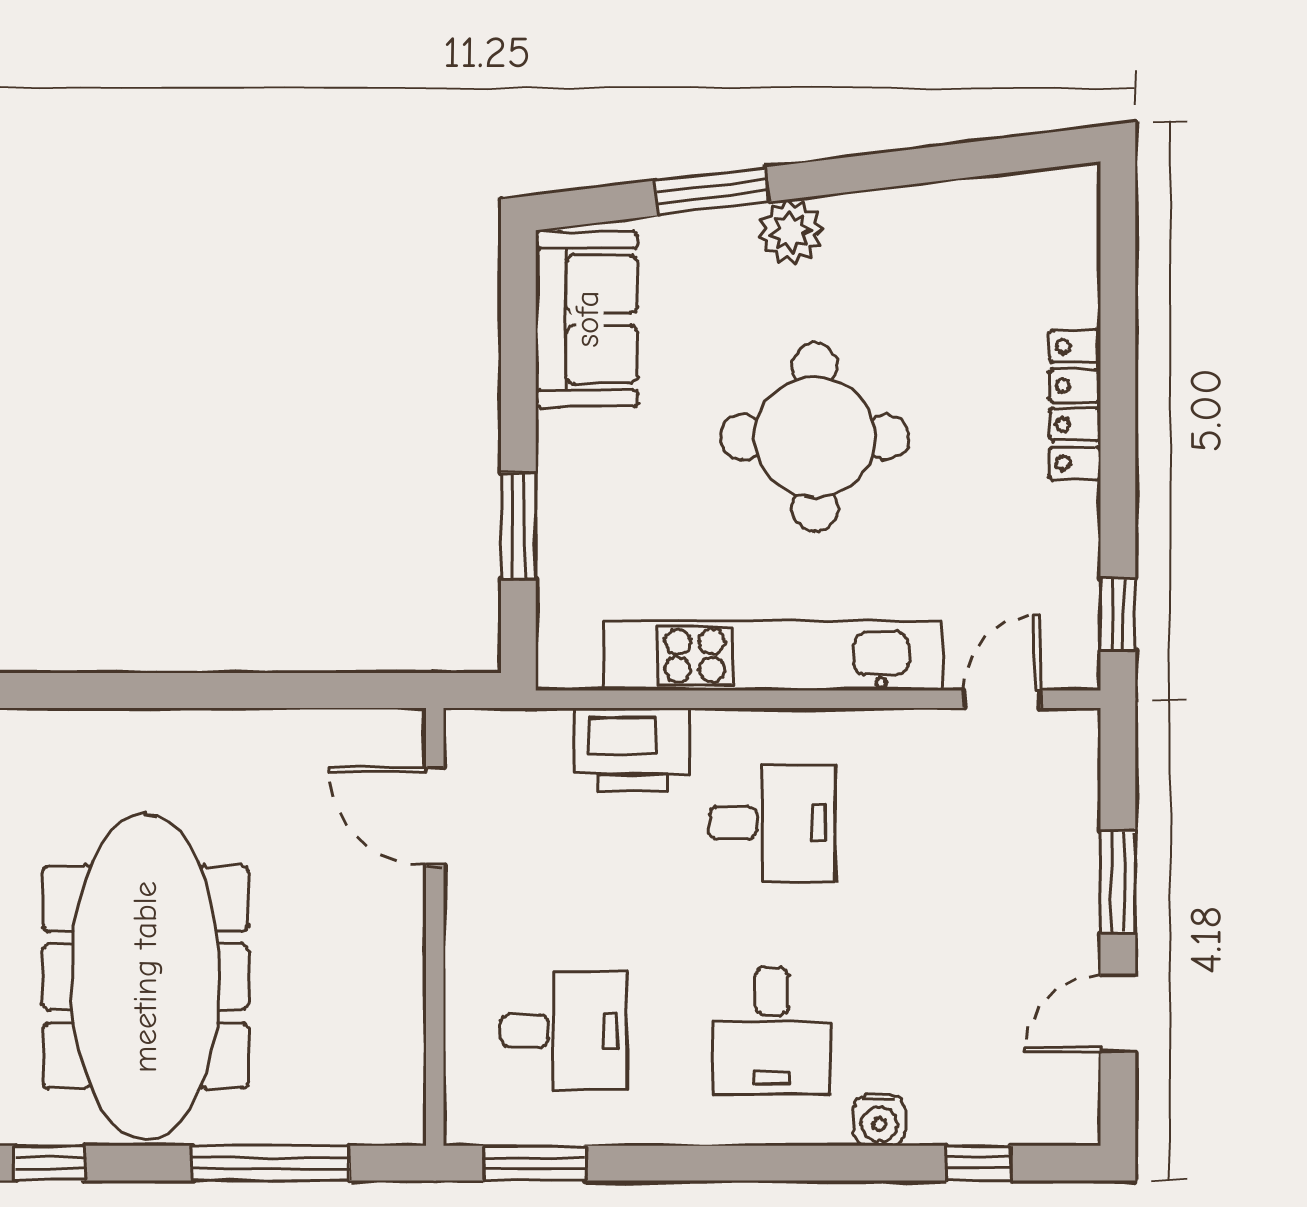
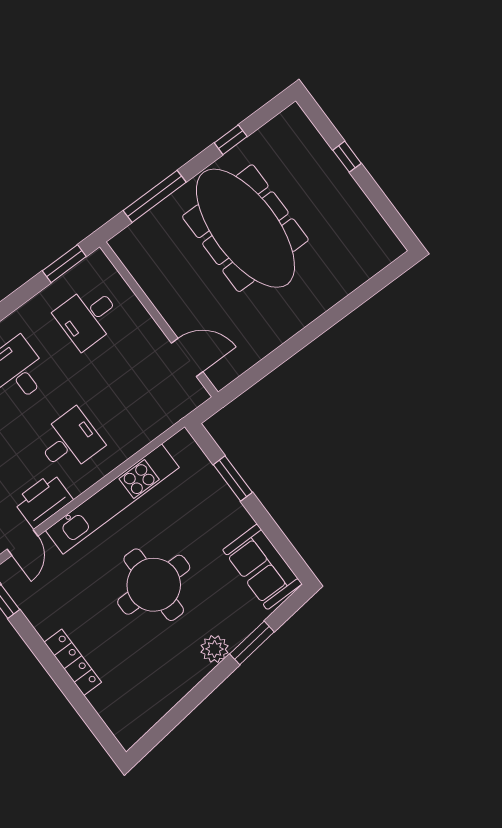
printer: (632, 749) -> (43, 500), moved
desk: (772, 823) -> (70, 441), turned 180

